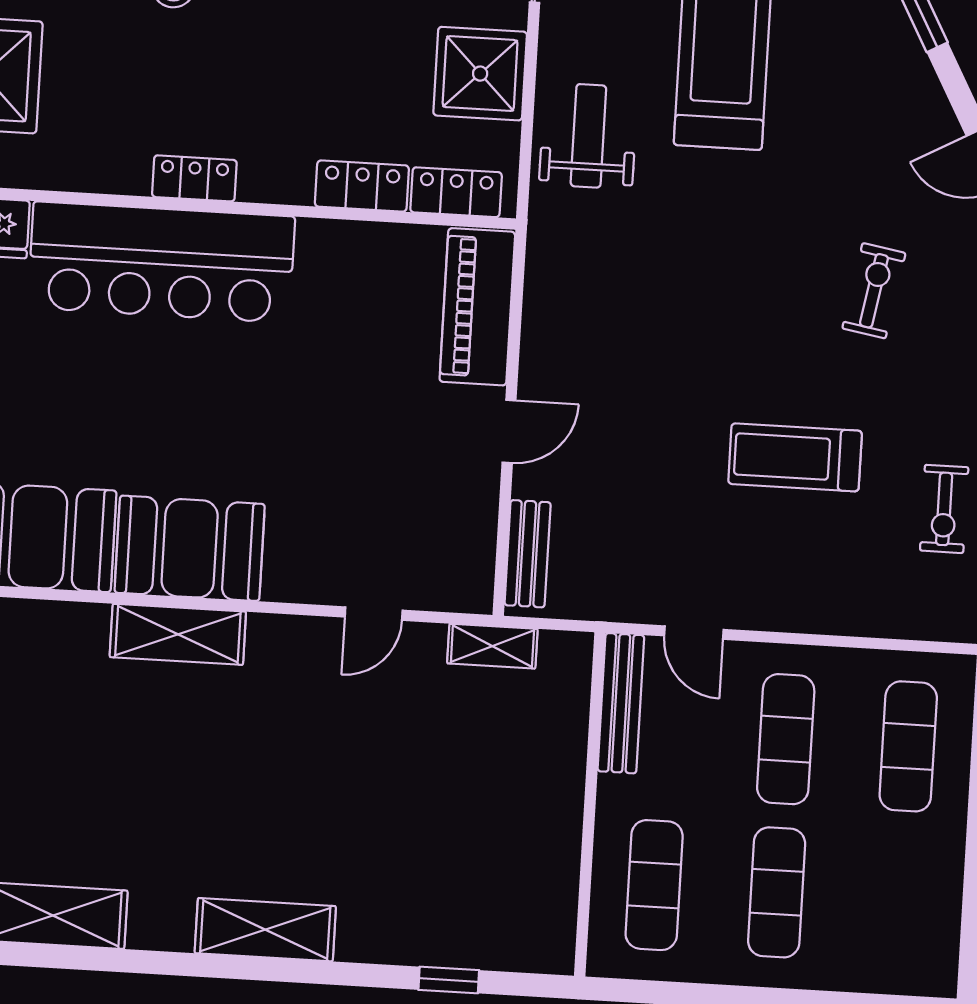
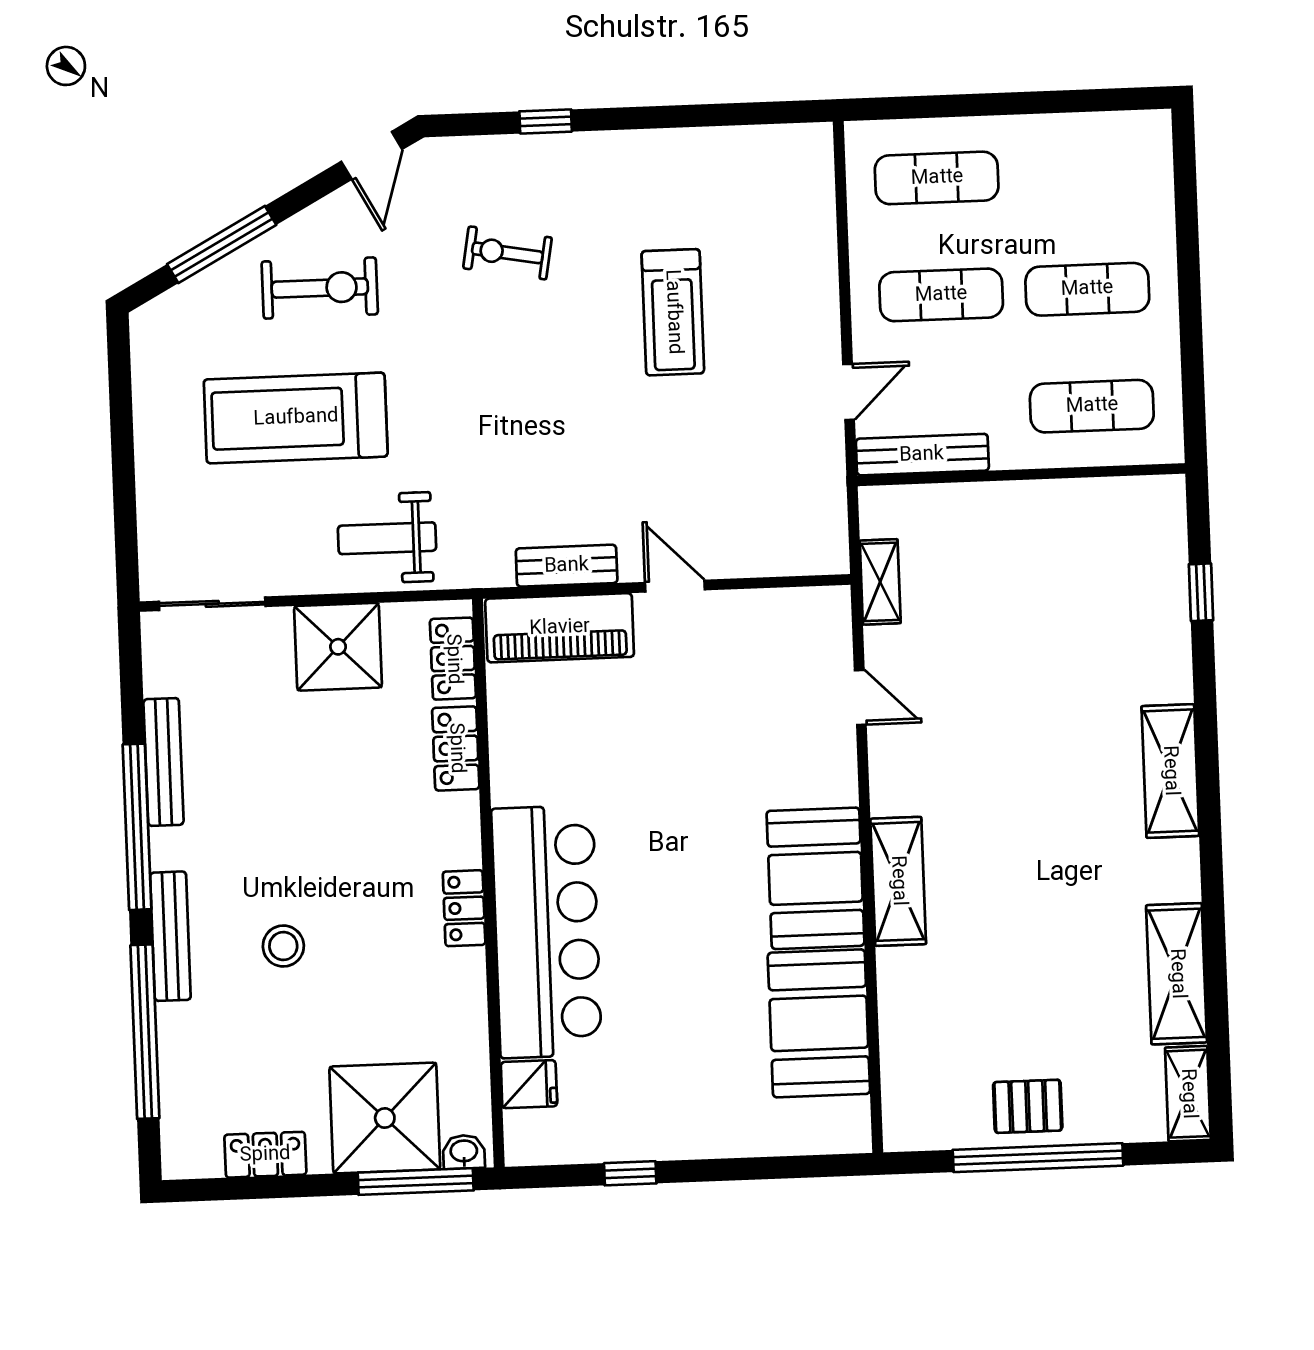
exercise bike: (944, 509) -> (320, 288), moved, width x1.38, depth x1.39
bench: (528, 554) -> (567, 566), moved

